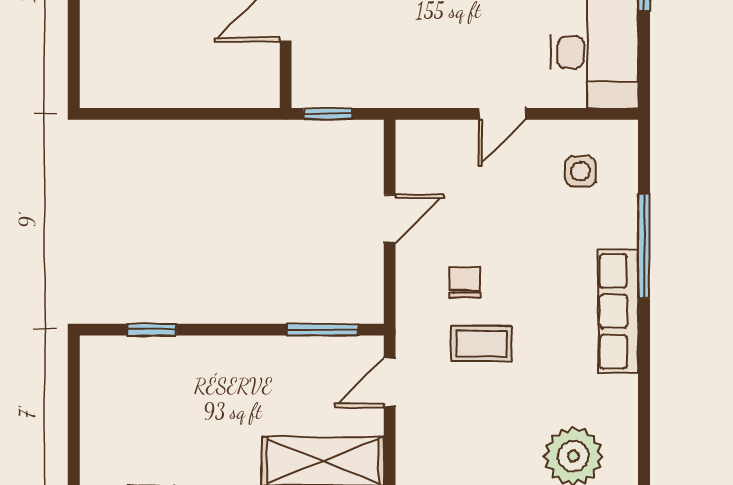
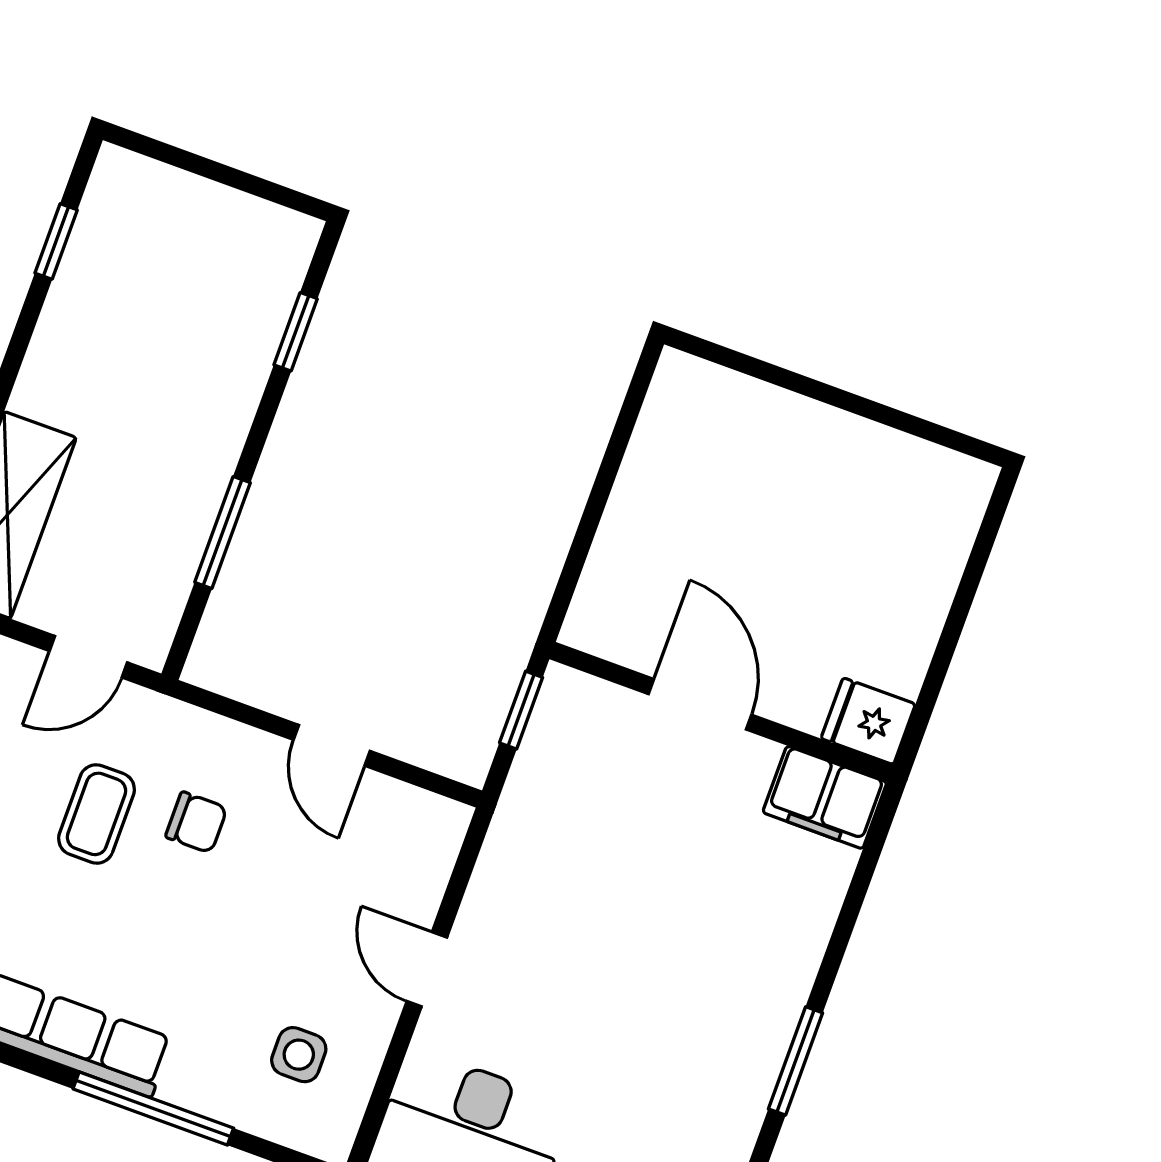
window: (322, 330) -> (223, 533), moved
door: (390, 382) -> (88, 657), swing flipped

